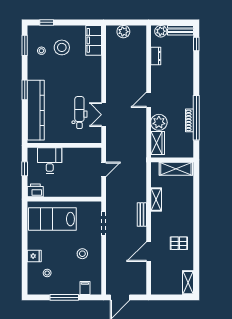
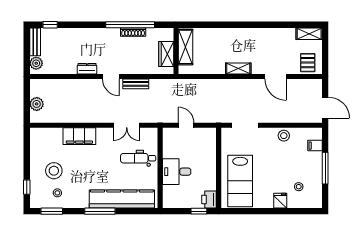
filing cabinet: (94, 40) -> (79, 136), moved
dresser: (156, 56) -> (87, 69), moved
window: (25, 90) -> (100, 211), width x1.44
dental chair: (79, 113) -> (138, 158), moved
plant: (159, 122) -> (135, 65), removed
wardrobe: (158, 143) -> (166, 54), moved, turned -90
desk: (50, 161) -> (177, 172), moved
window: (25, 169) -> (199, 211), moved
shelving: (156, 200) -> (238, 68), moved
bench: (142, 215) -> (136, 84), moved
pallet: (179, 243) -> (308, 63), moved
stool: (82, 254) -> (284, 136), moved

